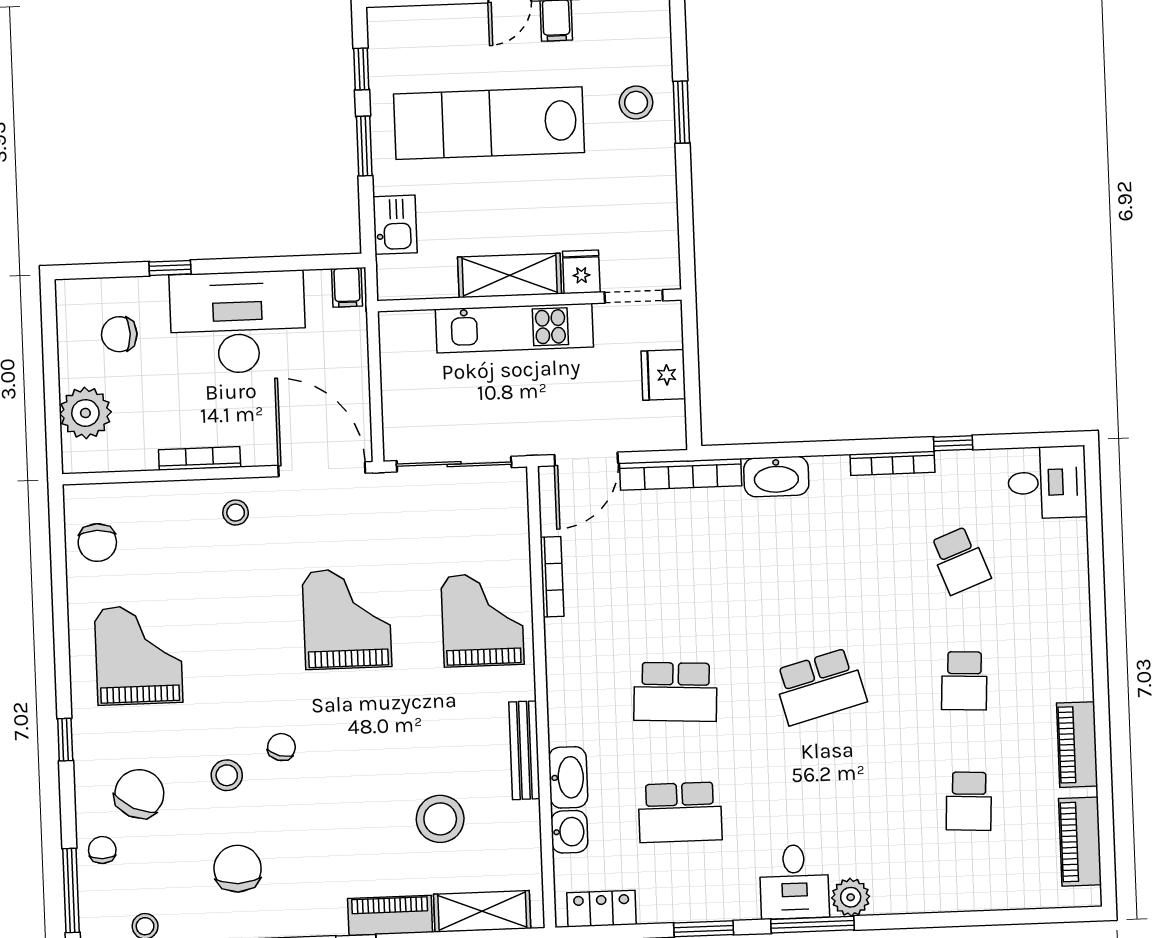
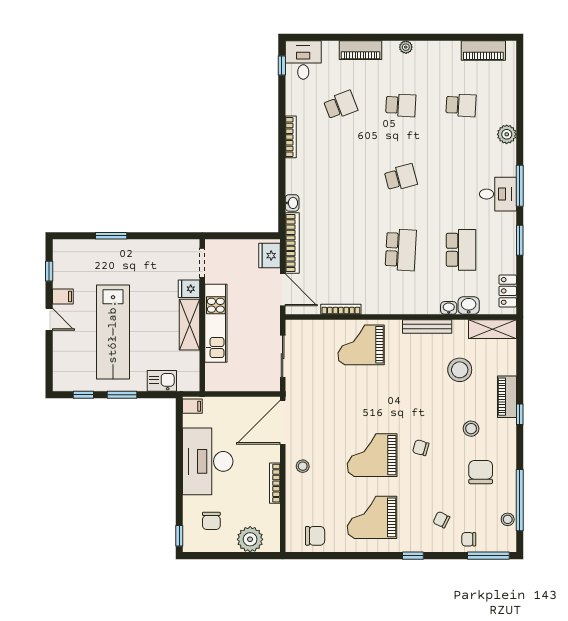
stool: (636, 103) -> (105, 258), removed
window: (170, 268) -> (179, 536), moved
fridge: (663, 375) -> (269, 256), moved, turned 90
window: (953, 443) -> (282, 65), moved
sliding door: (454, 464) -> (283, 356), width x0.73
washbasin: (776, 477) -> (292, 203), width x0.52, depth x0.69
grand piano: (347, 619) -> (372, 455), moved
school desk: (820, 686) -> (401, 178), width x0.54
plant: (1081, 686) -> (406, 47), added
piano: (1077, 745) -> (361, 50), moved
stool: (227, 775) -> (471, 429), moved
washbasin: (568, 777) -> (449, 308), width x0.52, depth x0.69
chair: (139, 794) -> (441, 520), width x0.54, depth x0.54
chair: (238, 869) -> (481, 472), turned 90
plant: (851, 897) -> (507, 134), moved
shelving: (482, 911) -> (492, 329), moved, turned 90

